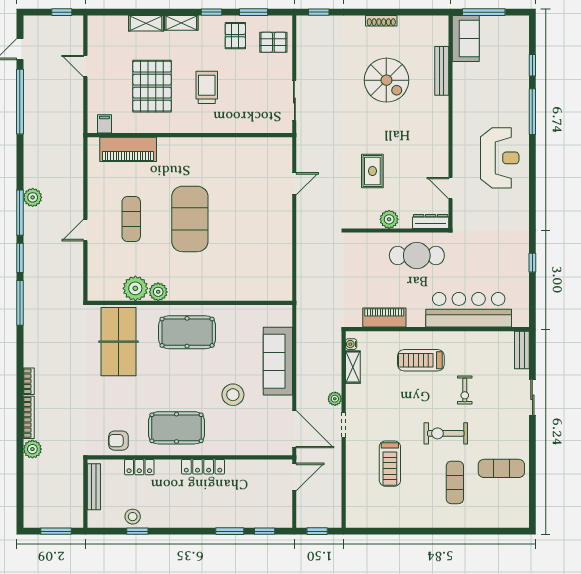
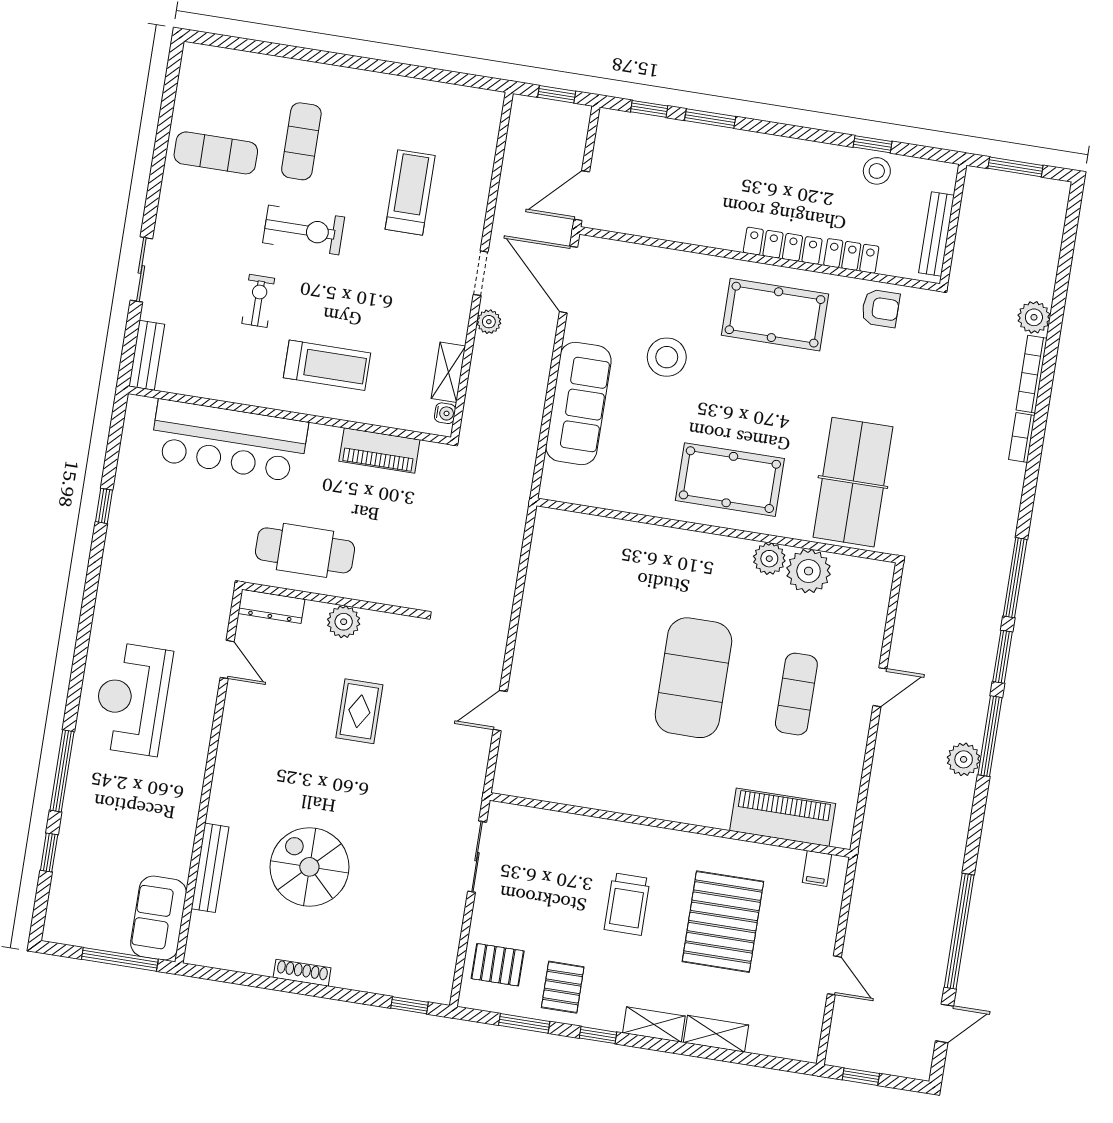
locker: (203, 467) -> (783, 246), moved

